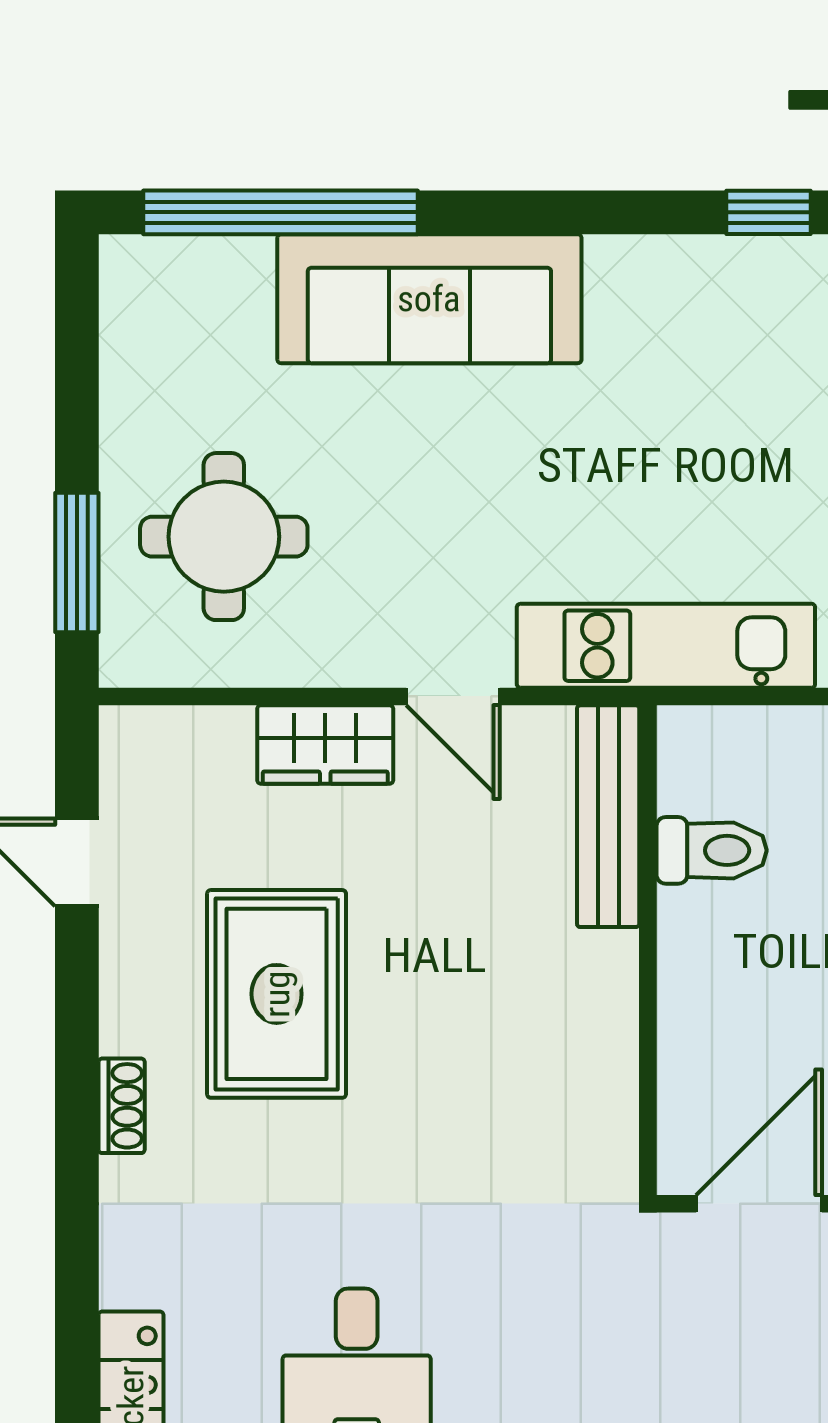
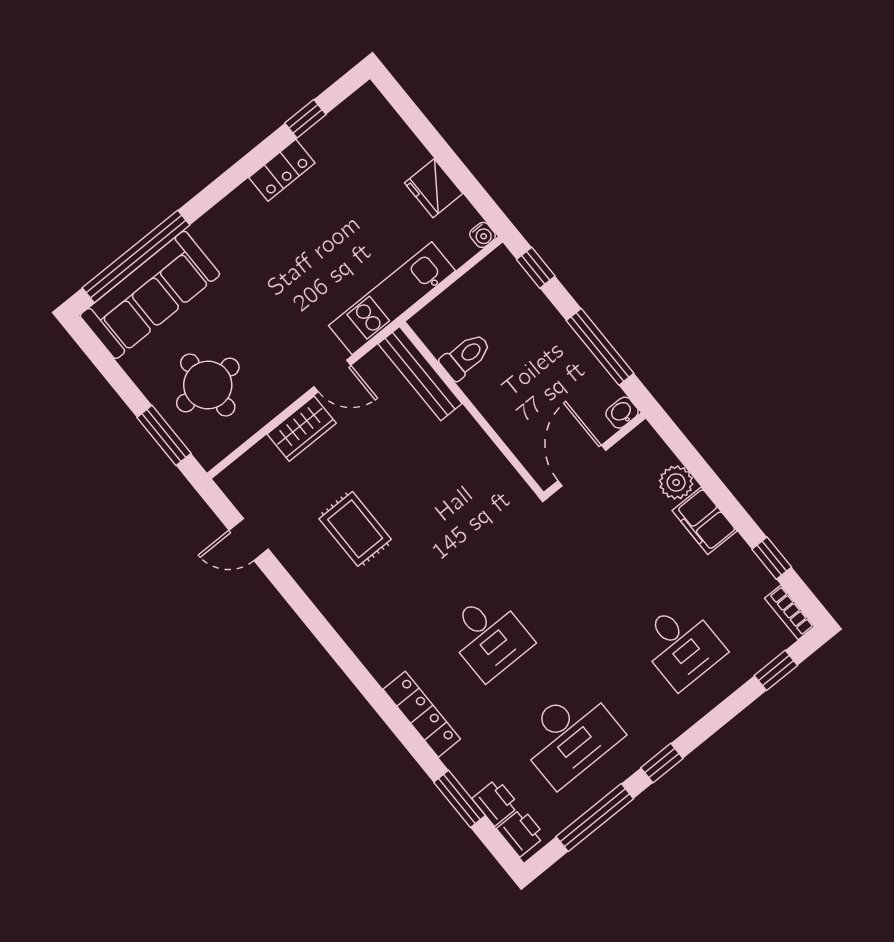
locker: (655, 268) -> (282, 170), added
sofa: (429, 299) -> (150, 295), moved
rug: (277, 994) -> (355, 529), width x0.73, depth x0.70
shoe rack: (122, 1106) -> (333, 611), removed

